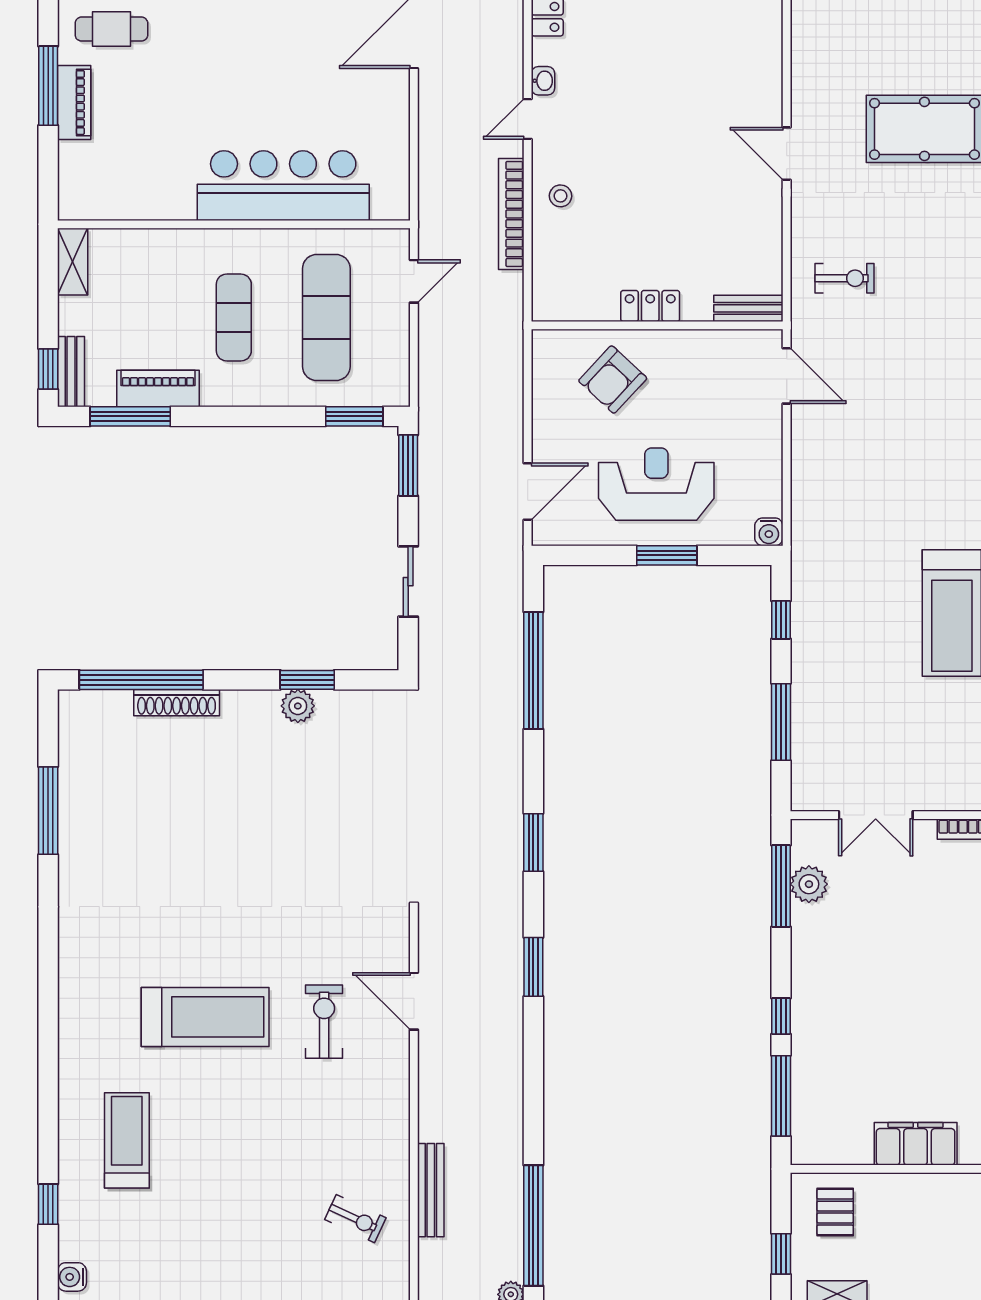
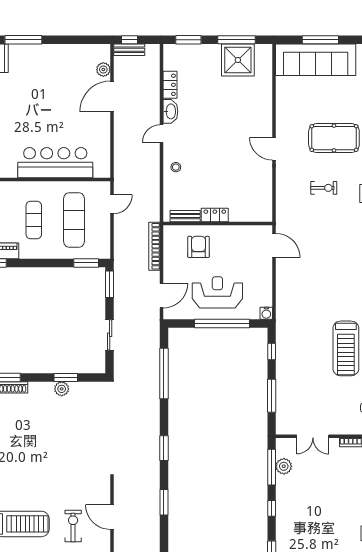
washbasin: (543, 81) -> (170, 111), width x1.91, depth x1.45
bookcase: (511, 214) -> (154, 246), moved
exercise bike: (844, 278) -> (324, 188), moved
bench: (748, 308) -> (185, 216), moved
armchair: (613, 379) -> (198, 247), turned 137
window: (667, 555) -> (222, 323), width x2.11
window: (781, 1016) -> (272, 508), moved

